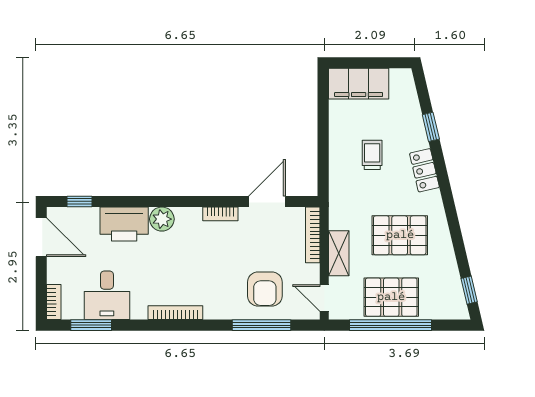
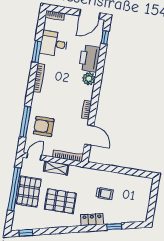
filing cabinet: (359, 84) -> (143, 193), removed
pallet: (400, 235) -> (60, 201), turned 90
window: (91, 325) -> (37, 52), moved

